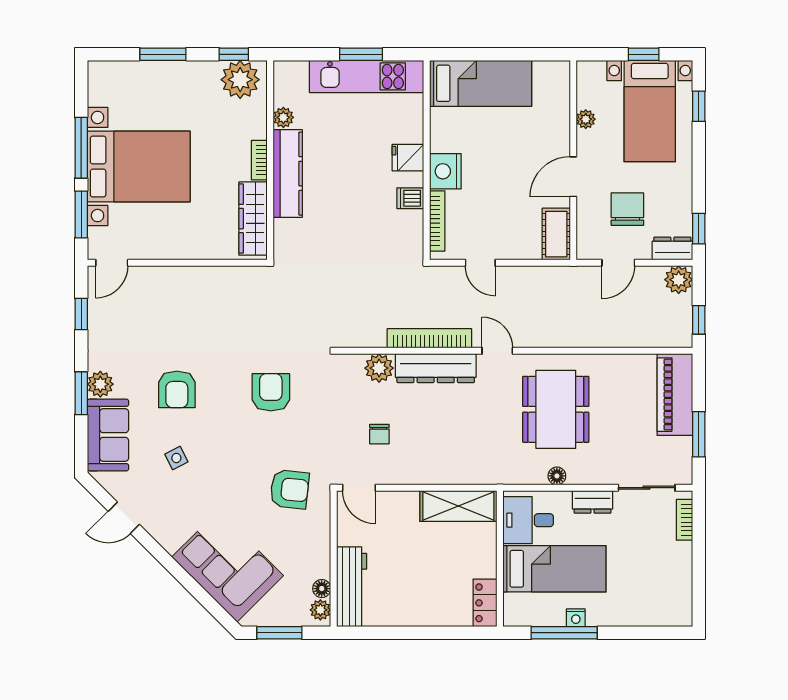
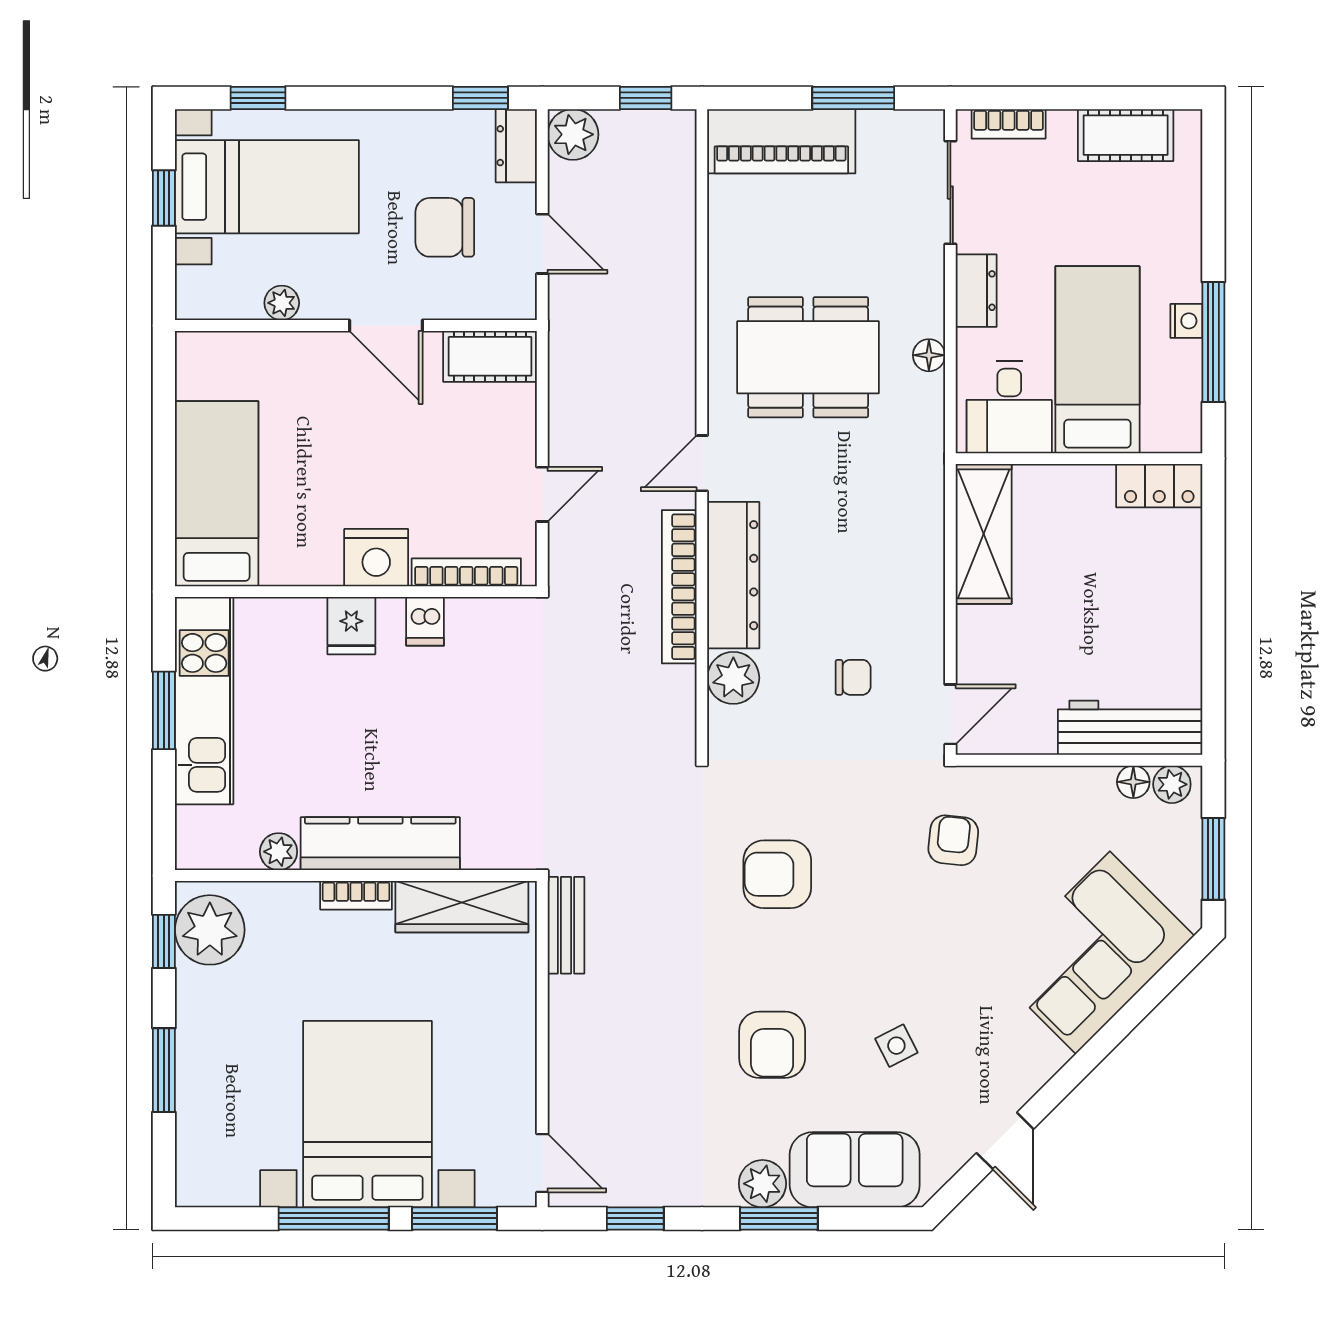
bench: (243, 276) -> (566, 925), added
armchair: (177, 389) -> (772, 1045), turned 90
armchair: (290, 489) -> (953, 840), width x0.72, depth x0.72
cot: (678, 584) -> (1126, 135), added

